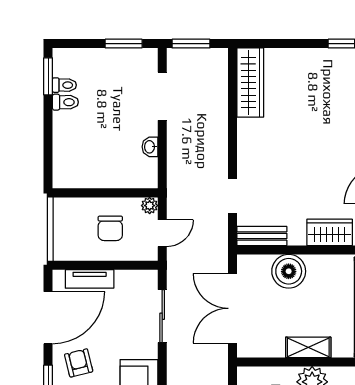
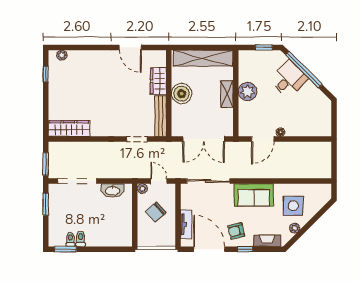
doorway: (162, 96) -> (77, 181), width x1.36
washbasin: (150, 147) -> (113, 190), width x1.91, depth x1.45
chair: (110, 228) -> (156, 212), turned 138
bench: (262, 236) -> (161, 116), width x1.36
boiler: (289, 271) -> (182, 94), moved
sliding door: (162, 316) -> (208, 181), width x1.37

